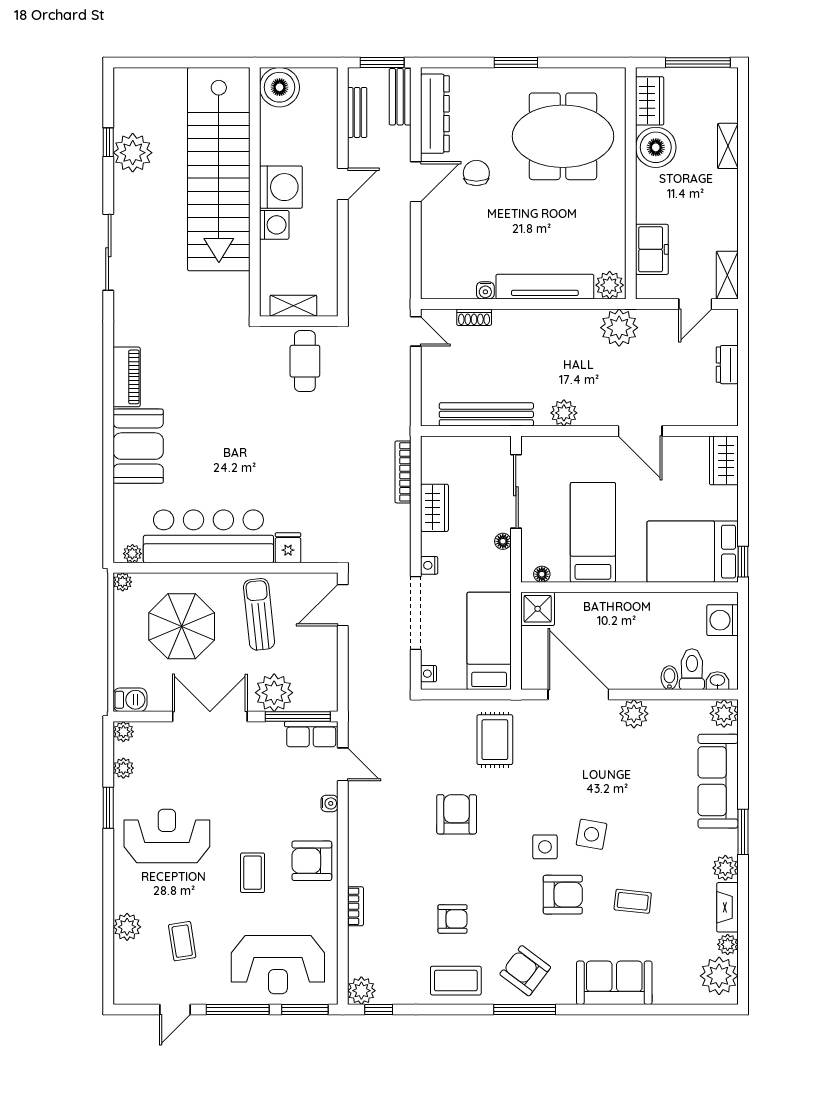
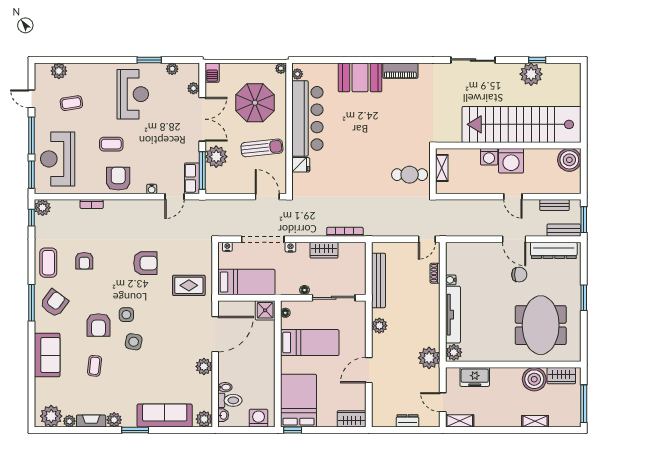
plant: (123, 732) -> (193, 88), moved
plant: (127, 927) -> (59, 71), moved

